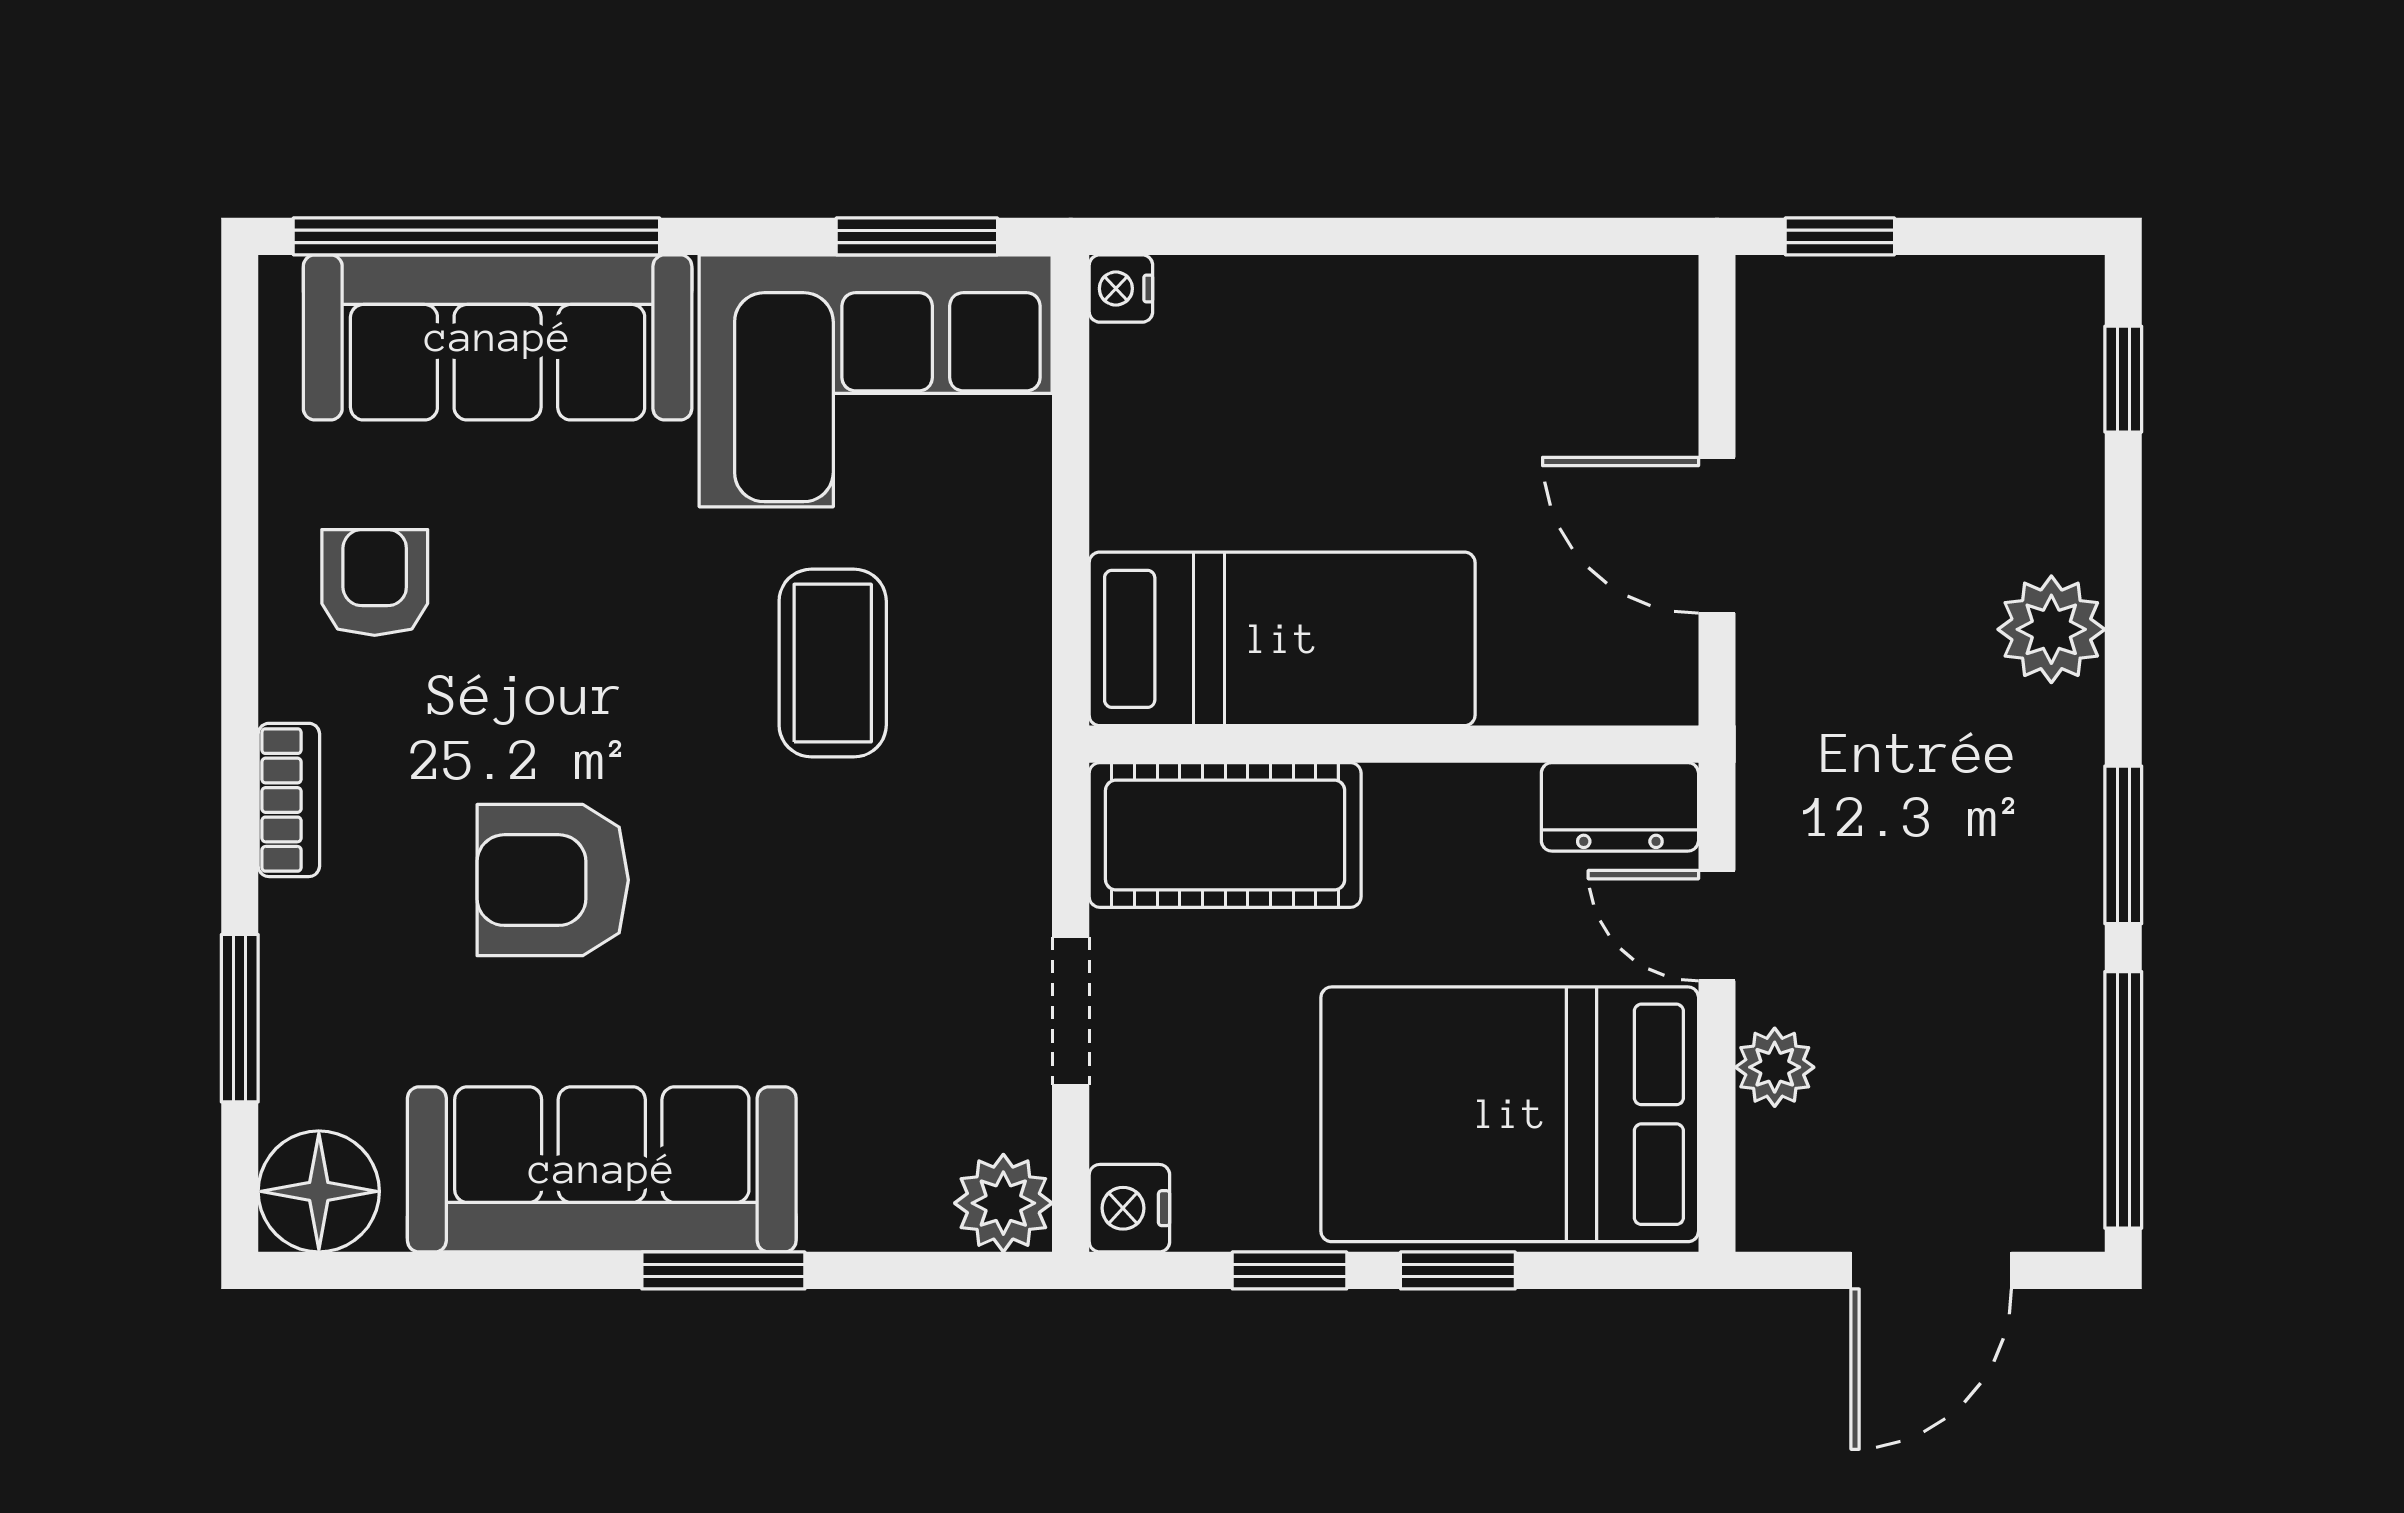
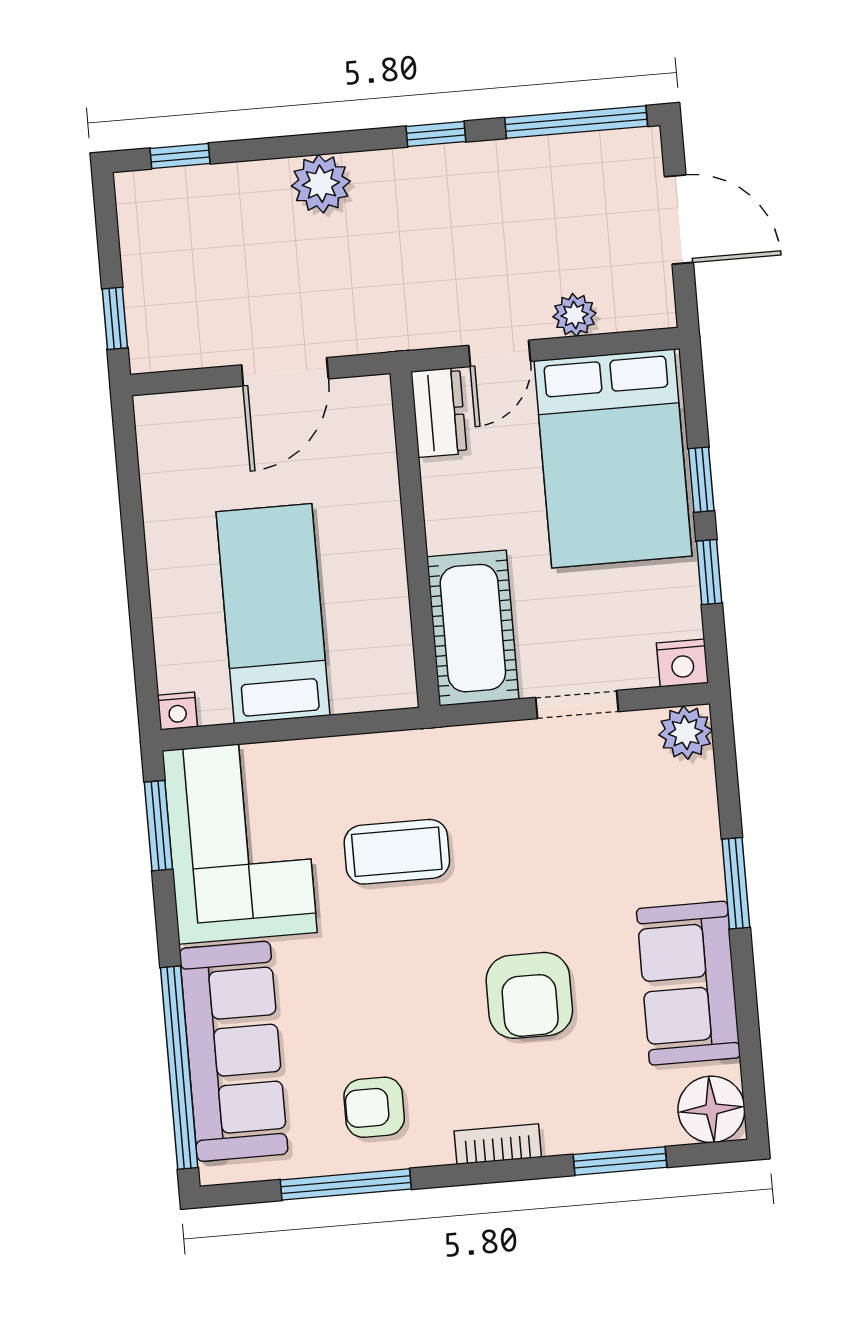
window: (240, 519) -> (346, 1184), added
bed: (1282, 639) -> (273, 614), moved
window: (2123, 845) -> (436, 134), width x0.67
sofa: (602, 1169) -> (688, 983), width x0.73

